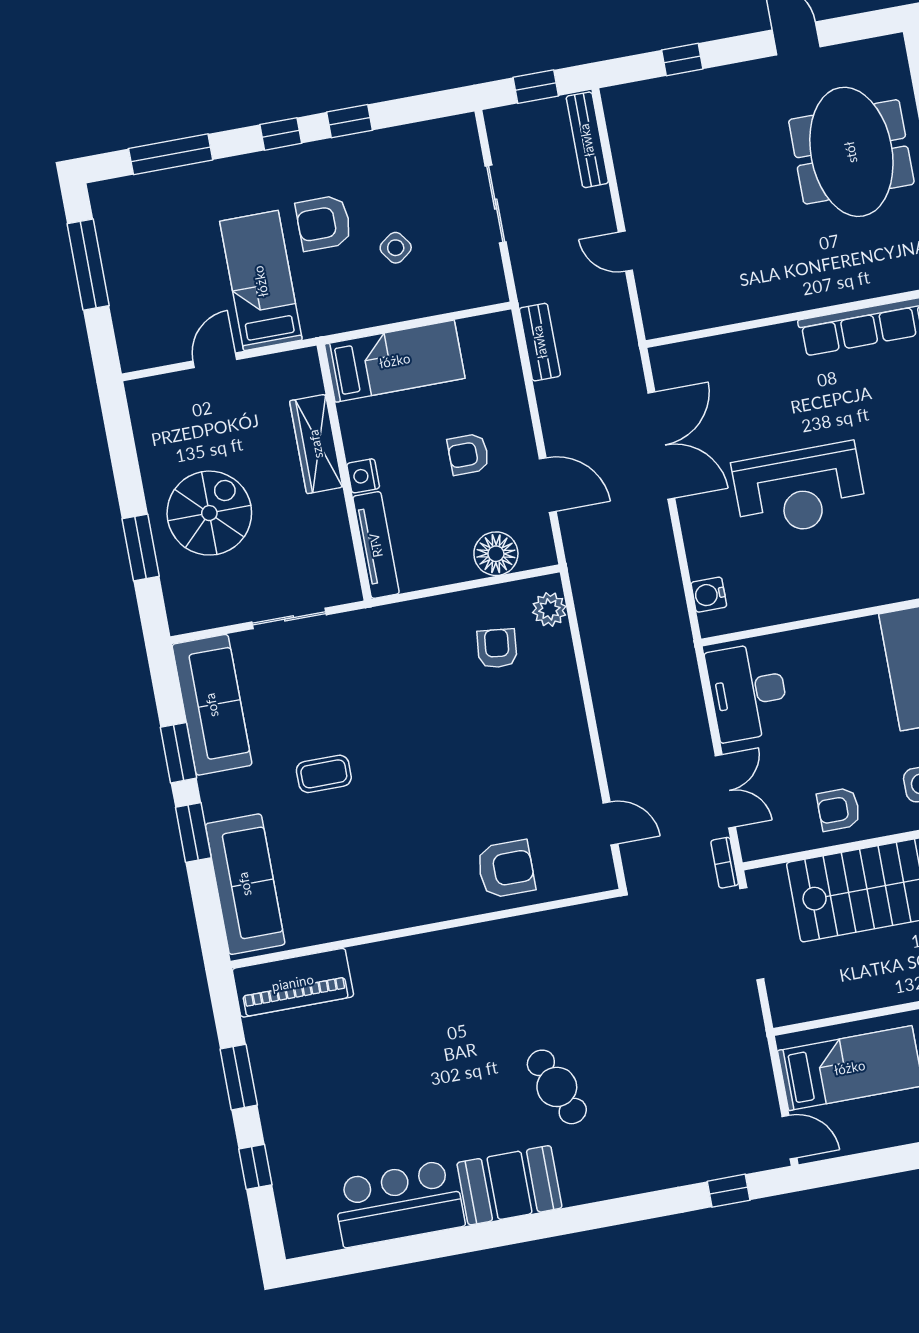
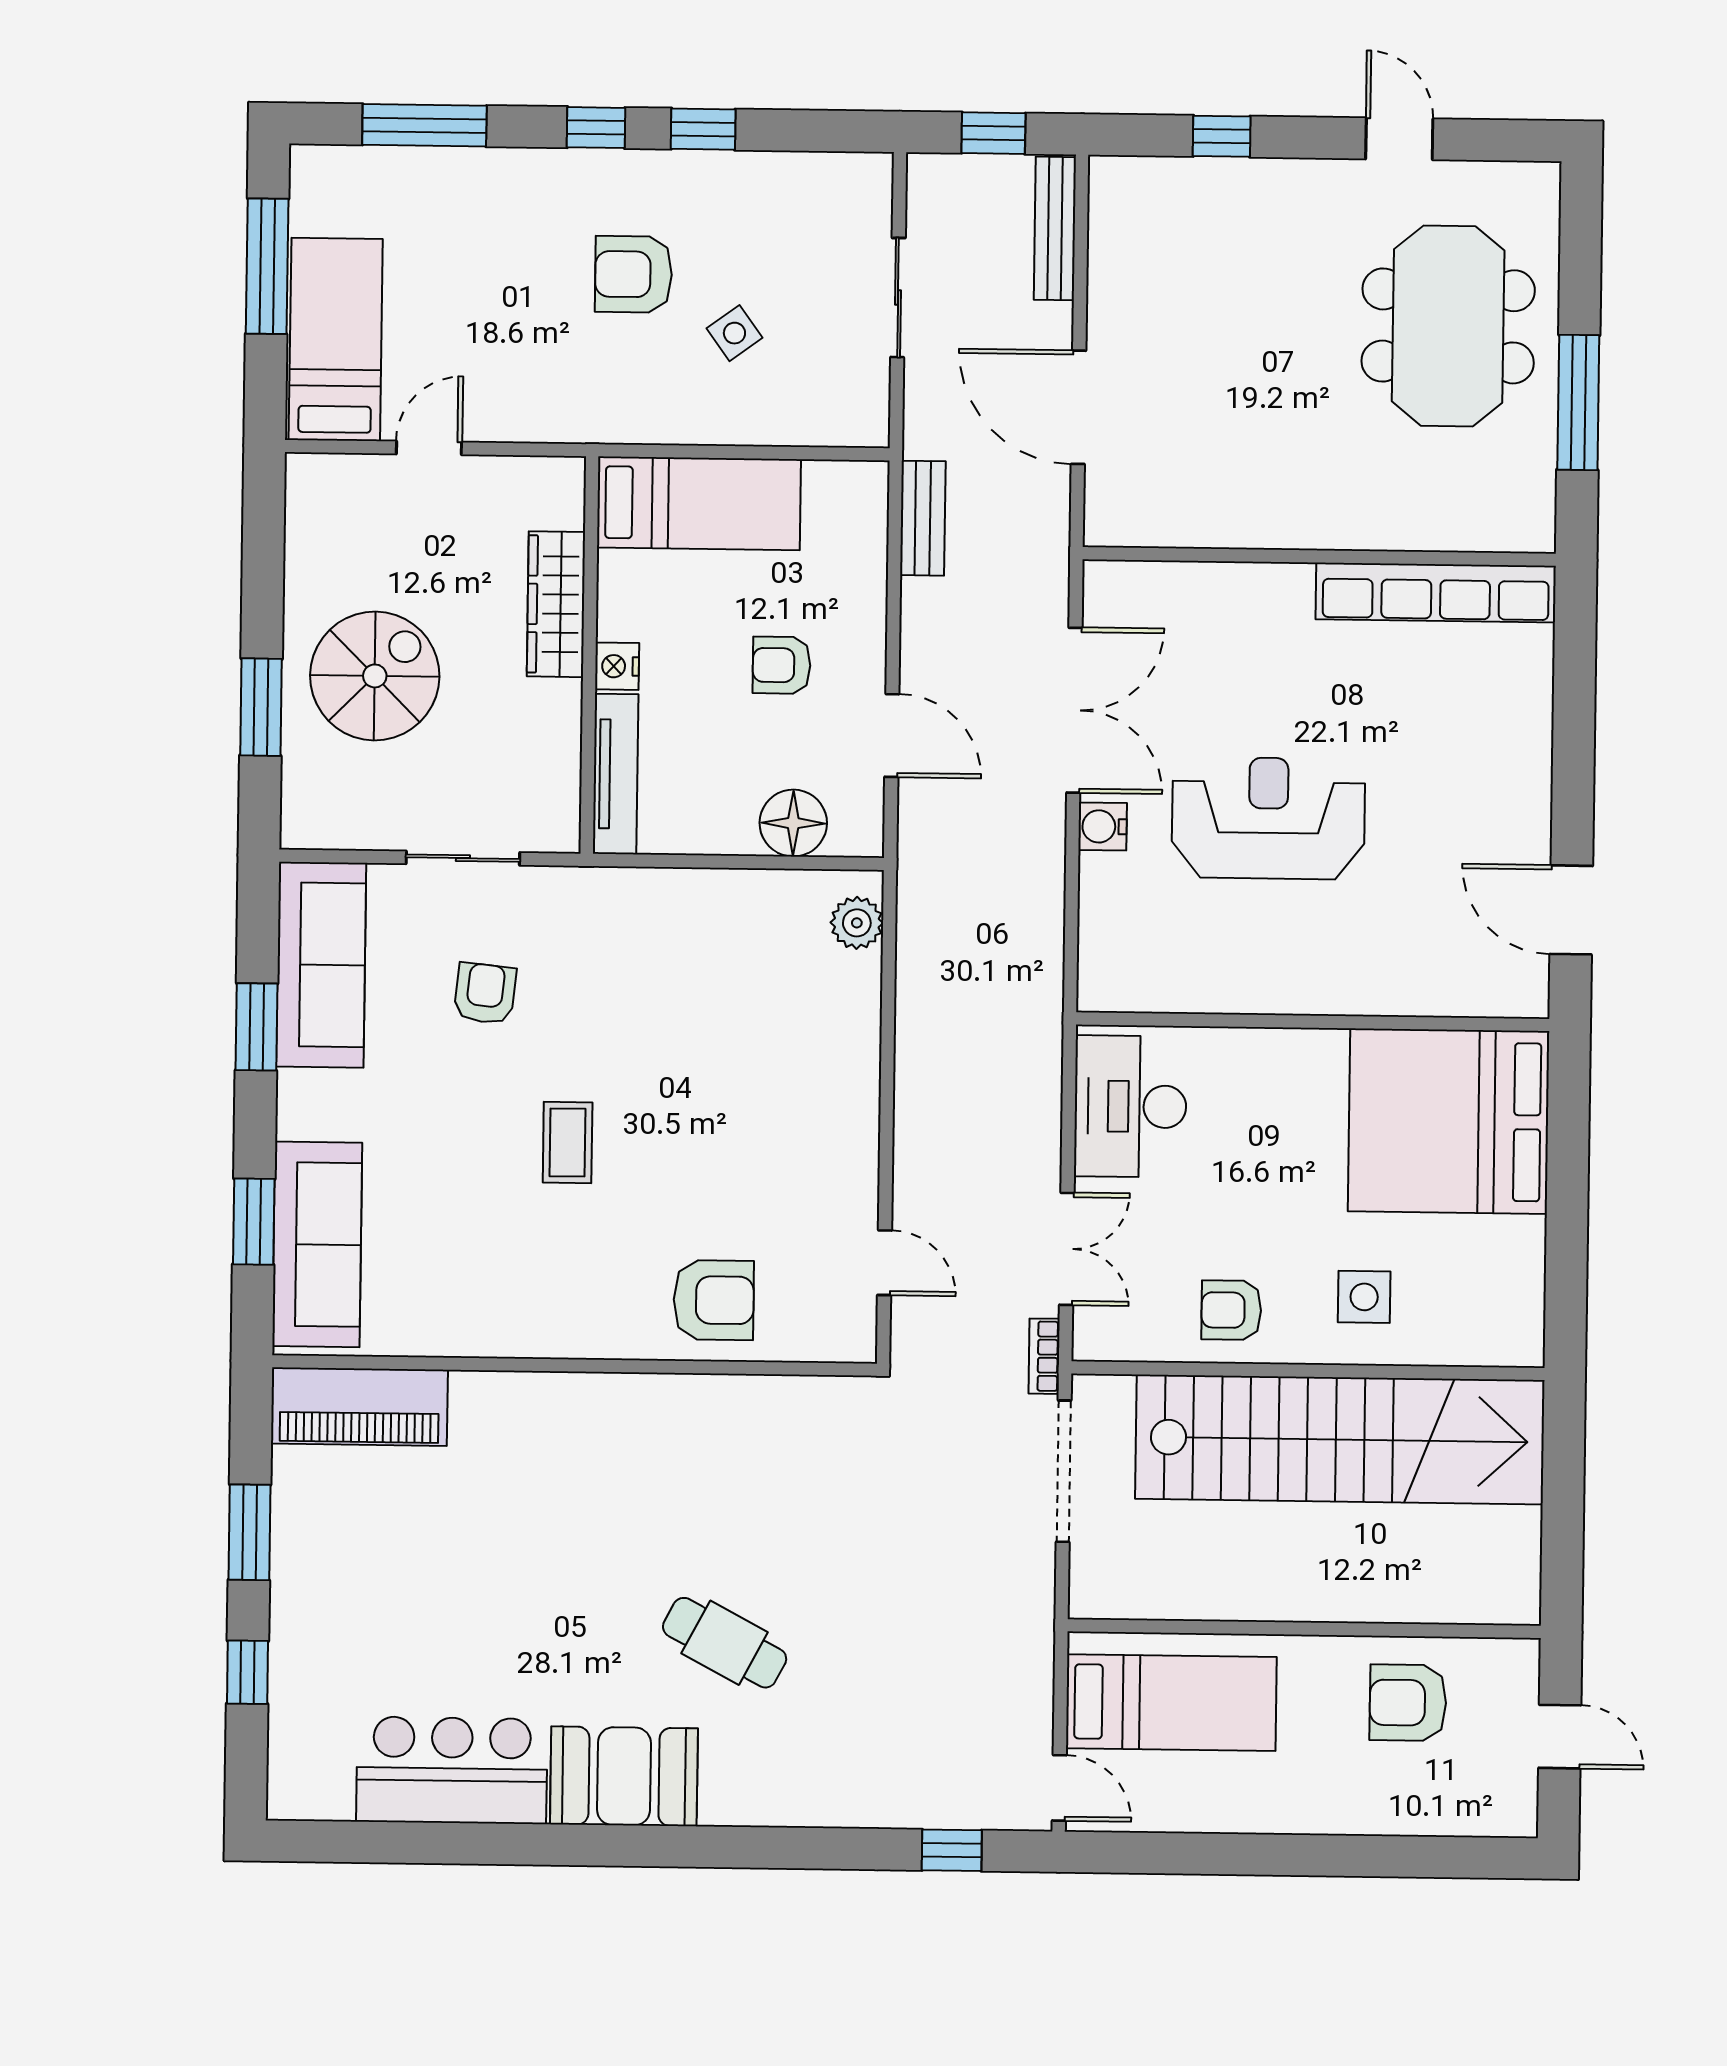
door: (625, 251) -> (1079, 407), width x1.87
bed: (261, 281) -> (336, 339), moved
reception desk: (799, 490) -> (1268, 818), turned 180
water cooler: (709, 595) -> (1103, 827), moved
armchair: (497, 648) -> (485, 993), moved
coffee table: (324, 774) -> (568, 1142), moved, turned 90
window: (193, 832) -> (254, 1222), moved
cafe table: (557, 1087) -> (725, 1643), turned -39

